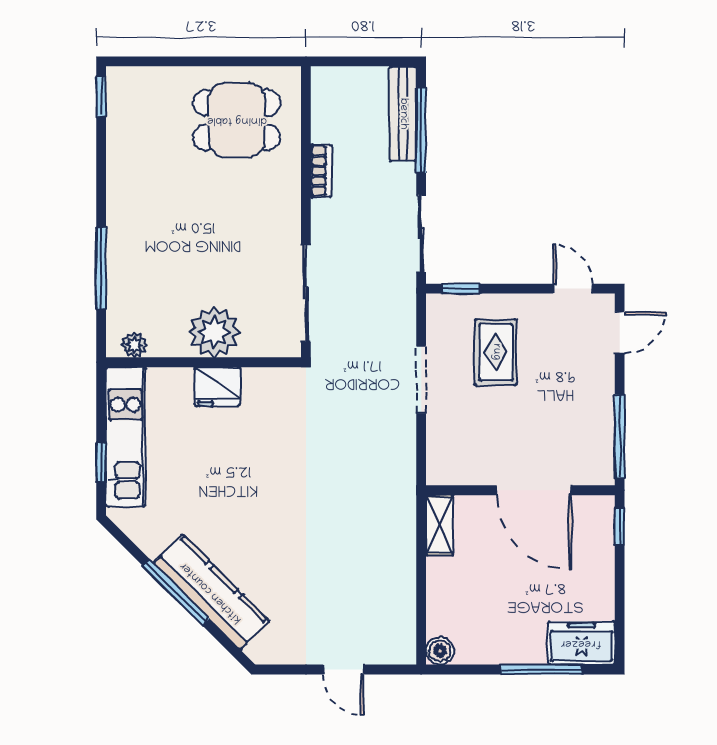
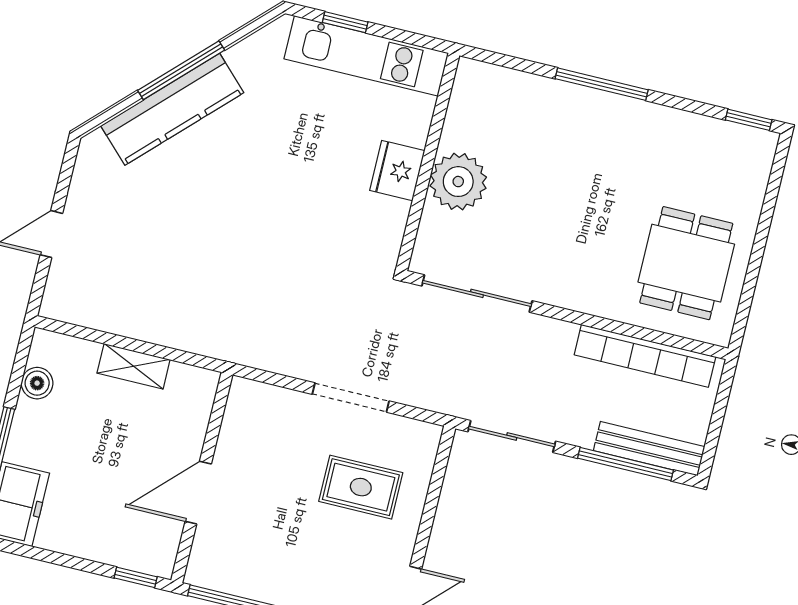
bookcase: (321, 171) -> (645, 356), width x2.31, depth x1.31
window: (101, 268) -> (602, 84), moved
window: (461, 289) -> (440, 466), removed
plant: (134, 345) -> (465, 90), removed
door: (534, 490) -> (198, 493), width x0.73
shelving: (439, 525) -> (134, 366), moved
boiler: (440, 651) -> (37, 383), moved

